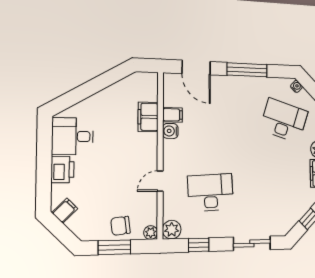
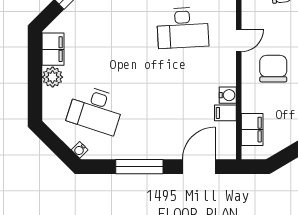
door: (196, 68) -> (199, 167), hinge flipped
filing cabinet: (148, 117) -> (252, 130), moved
chair: (128, 155) -> (273, 69), added

